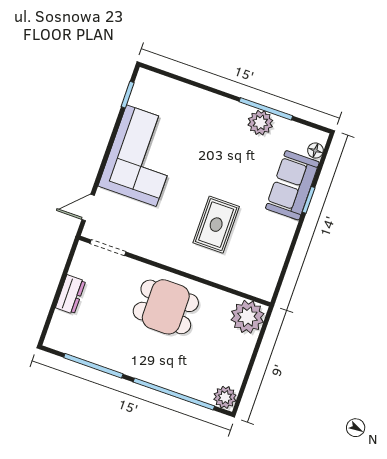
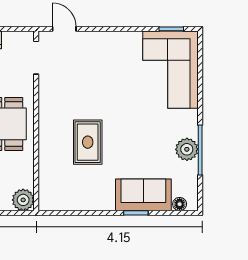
corner sofa: (141, 156) -> (171, 70), moved, turned 90
rug: (216, 225) -> (88, 142), turned 90
plant: (247, 317) -> (23, 200), width x0.73, depth x0.73

